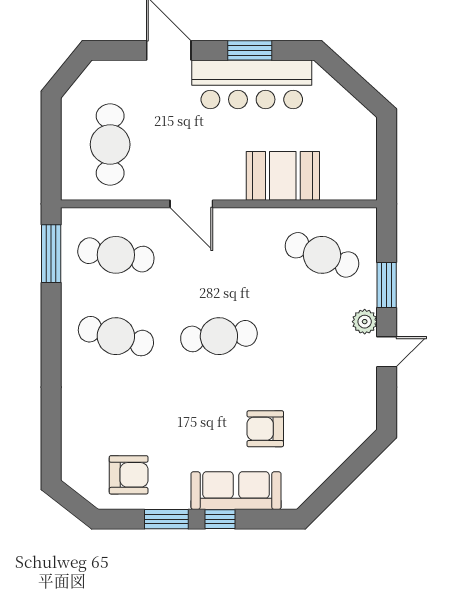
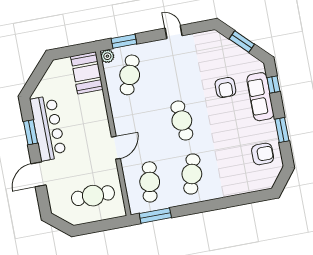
booth: (283, 176) -> (87, 73), moved
window: (387, 285) -> (124, 41), moved
plant: (365, 322) -> (107, 56), moved
armchair: (129, 475) -> (263, 154), turned 90
window: (345, 475) -> (242, 42), added
window: (220, 519) -> (273, 84), moved

